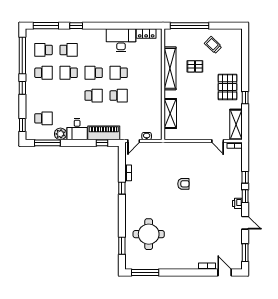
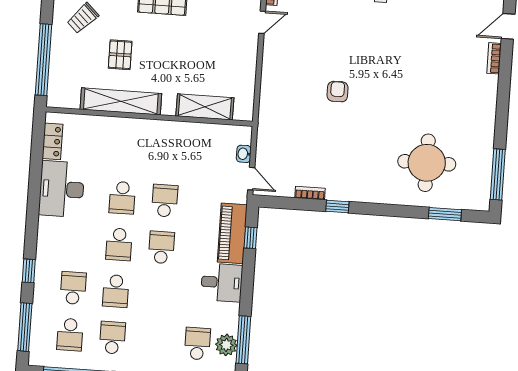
plant: (60, 134) -> (226, 345), moved

